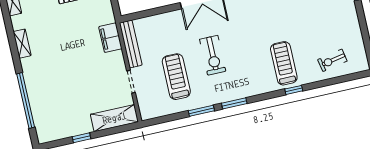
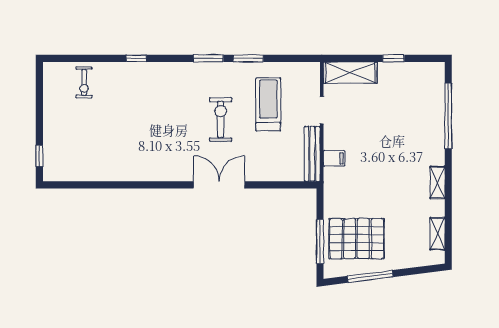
filing cabinet: (110, 38) -> (334, 158), width x0.50
exercise bike: (332, 60) -> (84, 83), turned 101
treadmill: (284, 63) -> (141, 92), removed
treadmill: (176, 77) -> (268, 104), turned 180

